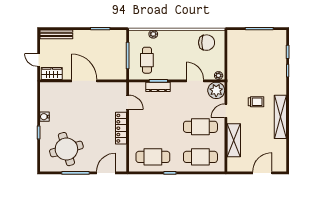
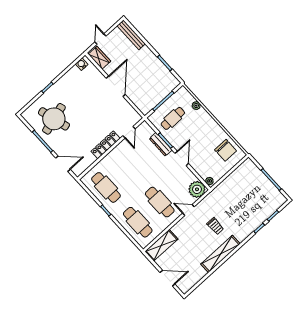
door: (195, 81) -> (182, 158), moved
water cooler: (45, 117) -> (82, 64), moved
shelving: (234, 140) -> (161, 245), moved

